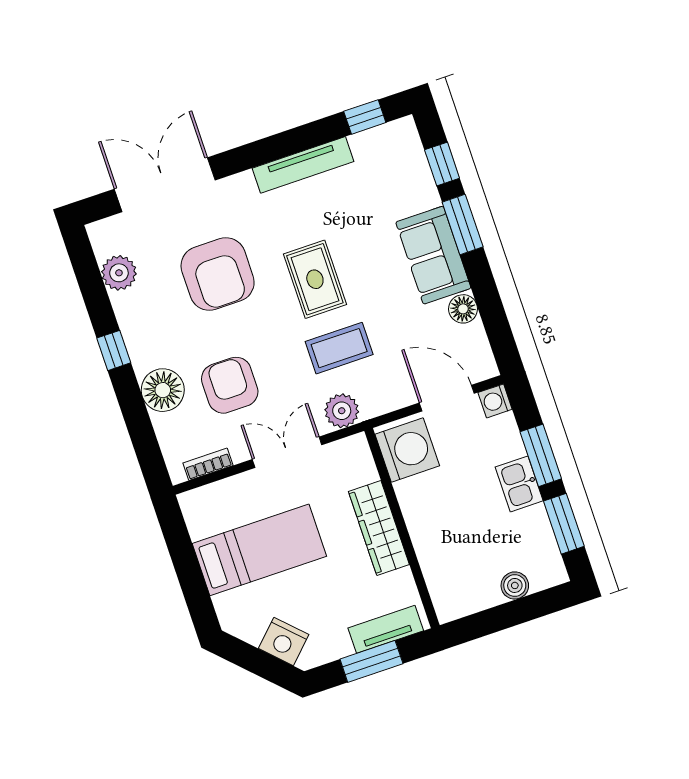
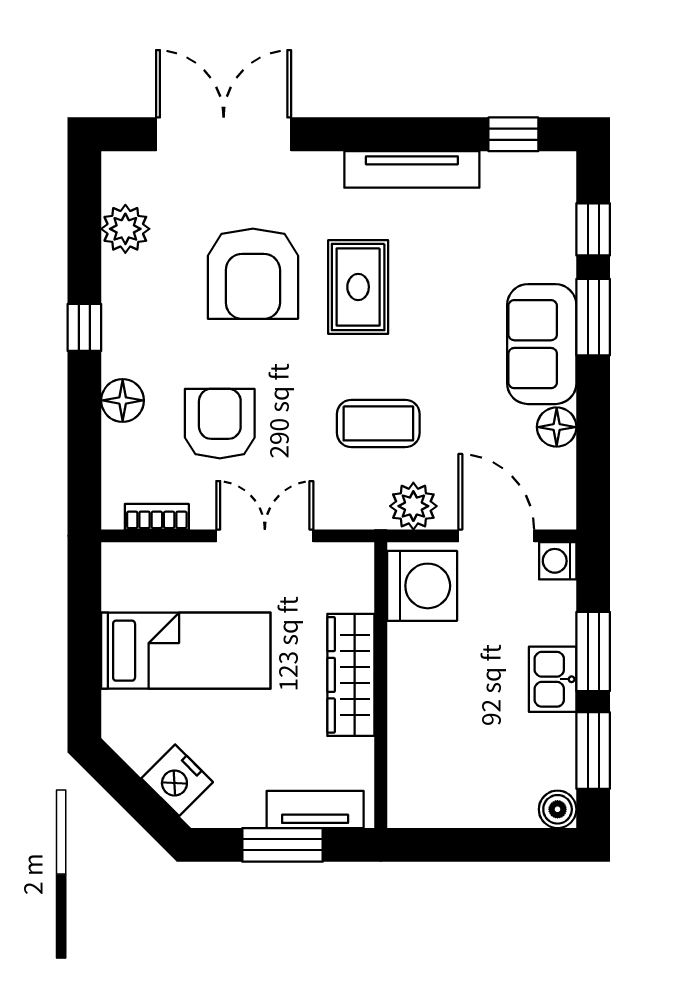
rug: (315, 279) -> (358, 287), moved
floor lamp: (163, 390) -> (123, 400), width x0.73, depth x0.73
plant: (342, 411) -> (413, 506), moved
boiler: (515, 585) -> (558, 809), moved

